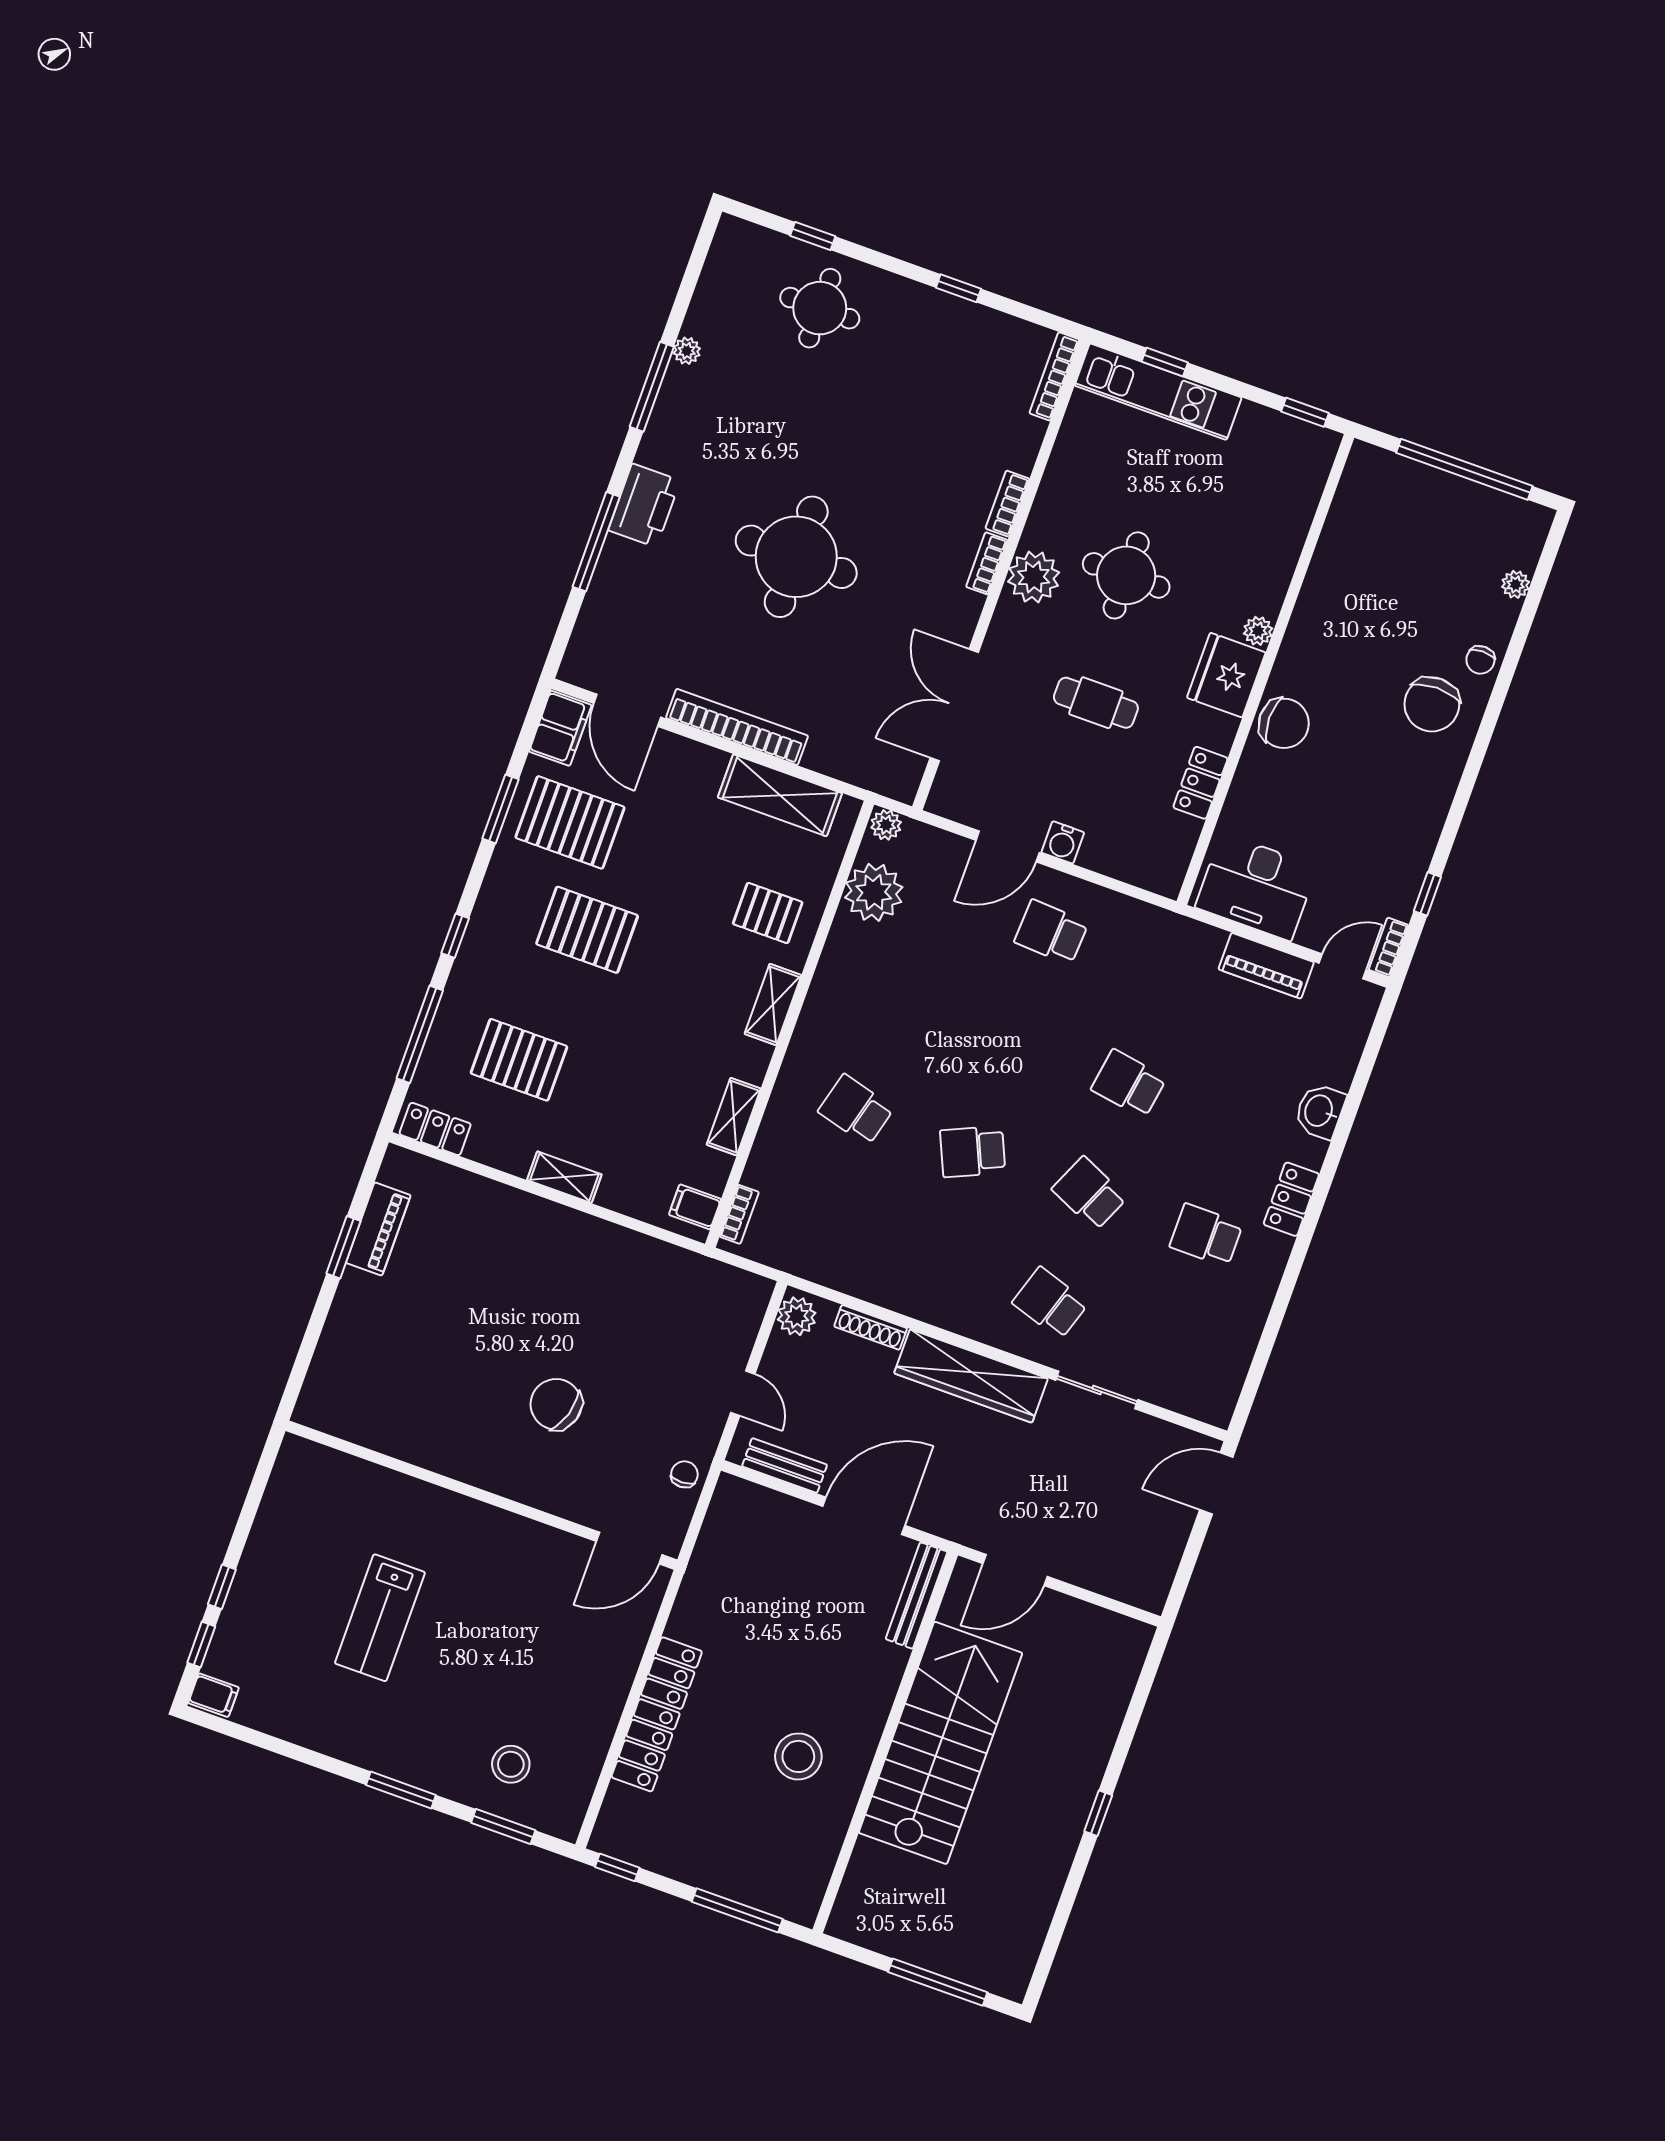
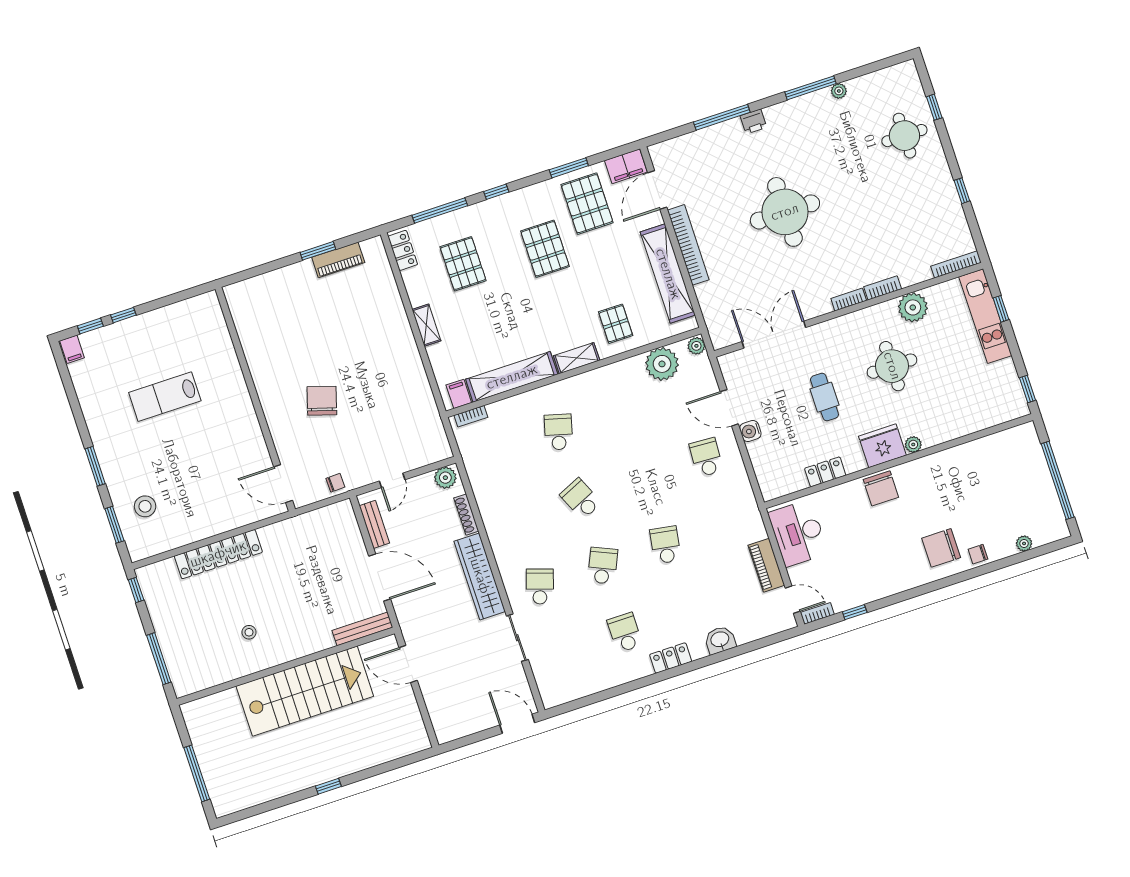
printer: (644, 505) -> (753, 121), width x0.53, depth x0.68
plant: (1034, 577) -> (913, 307), moved
shelving: (780, 795) -> (668, 274), width x1.47
shelving: (734, 1117) -> (512, 377), width x2.20, depth x1.33
stool: (798, 1756) -> (249, 632), width x0.53, depth x0.53

